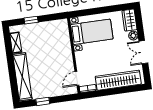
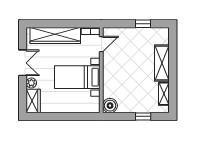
boiler: (61, 26) -> (110, 106), added
bed with nightstands: (92, 32) -> (77, 77), moved
shelving: (22, 77) -> (162, 63), width x0.68

